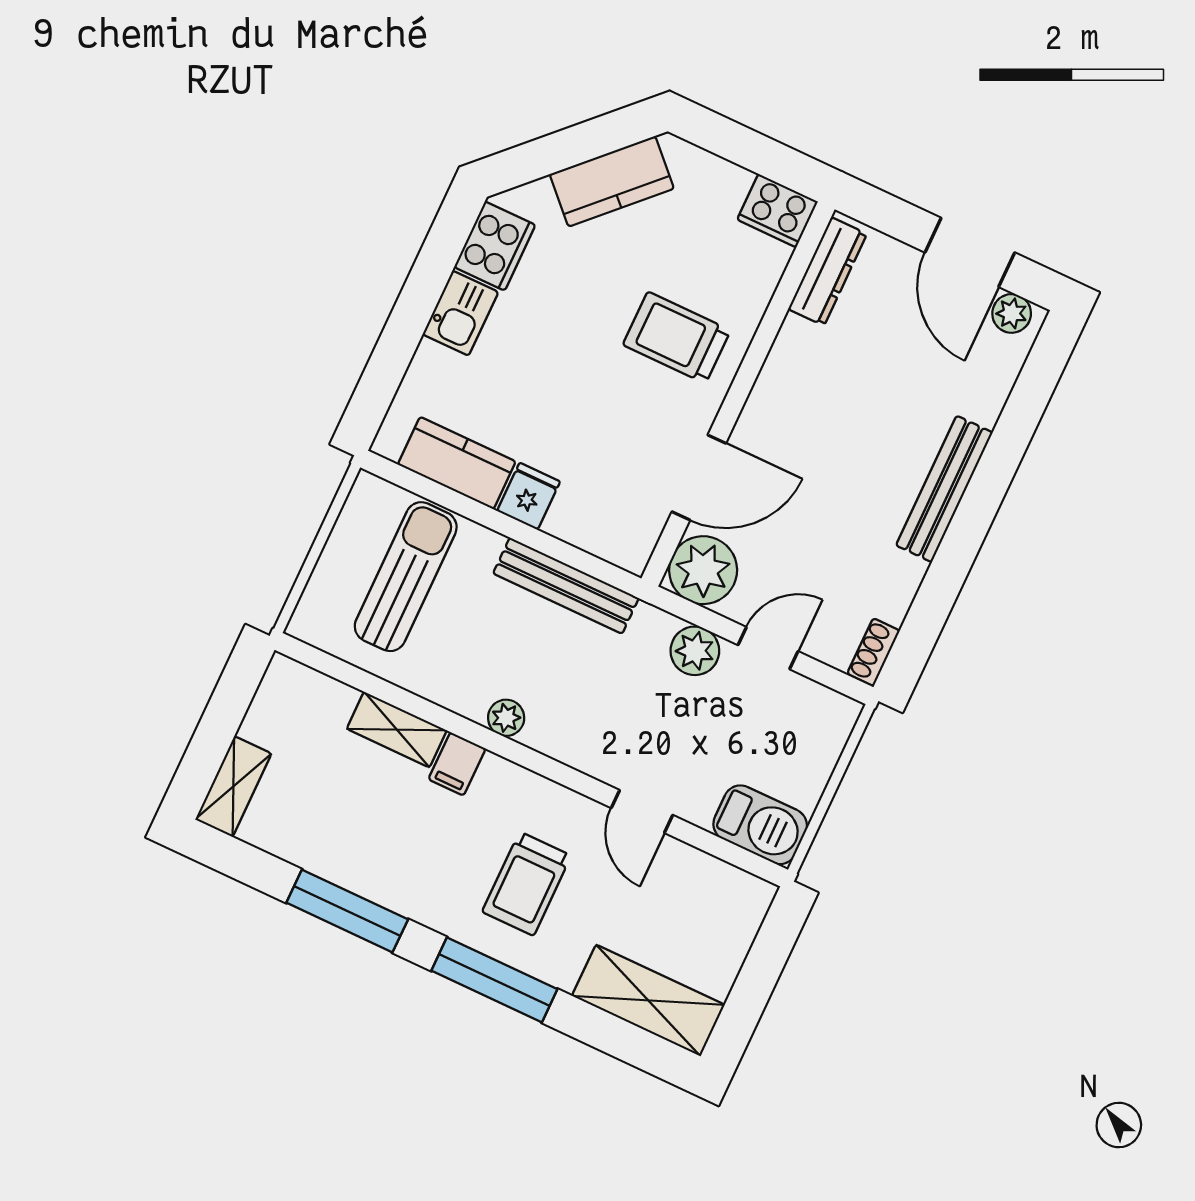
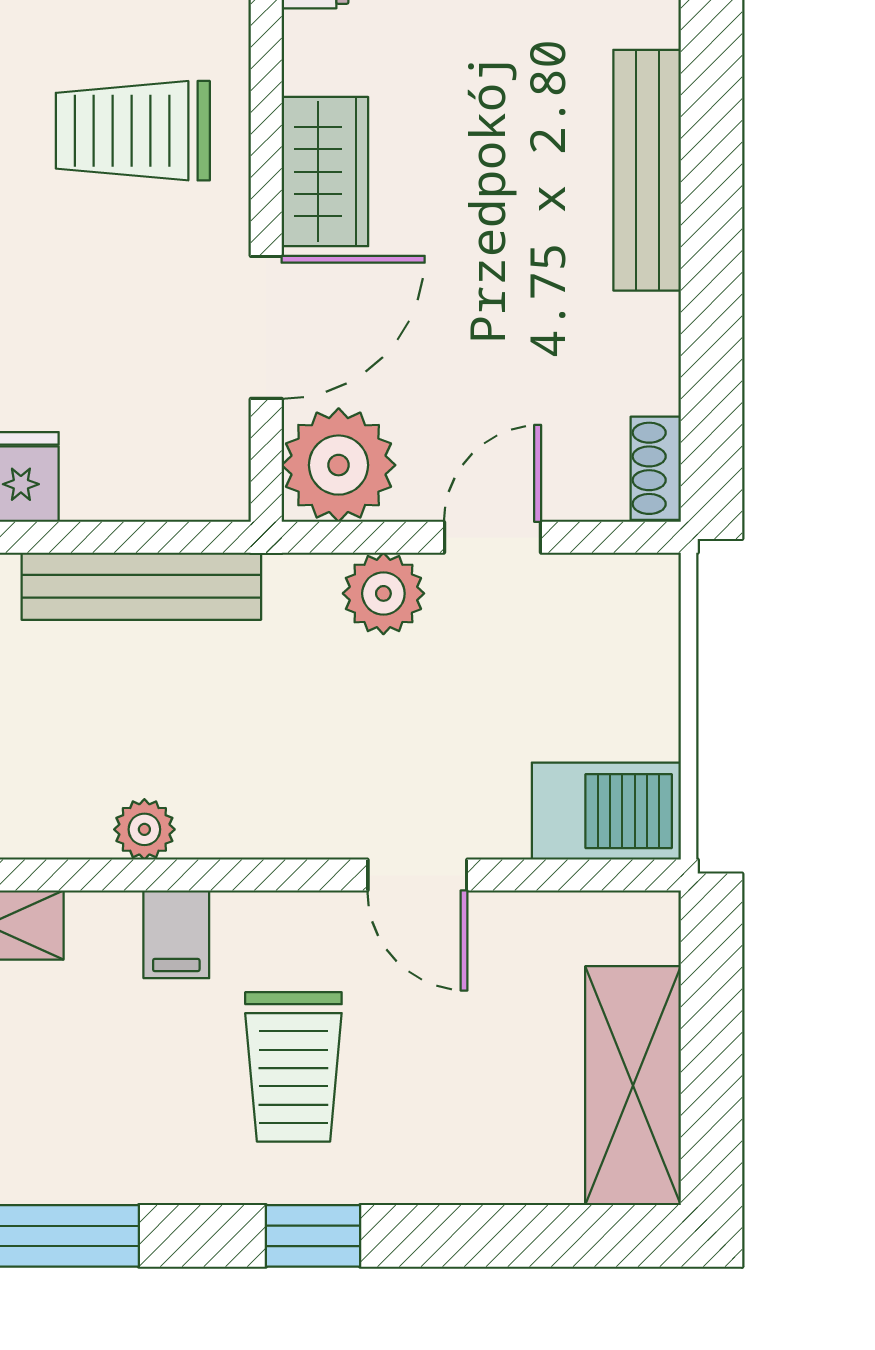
wardrobe: (770, 408) -> (325, 172), added
filing cabinet: (457, 764) -> (176, 934), moved
window: (494, 980) -> (313, 1236), width x0.46
shelving: (648, 1000) -> (633, 1086), moved, turned 90

